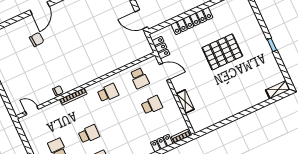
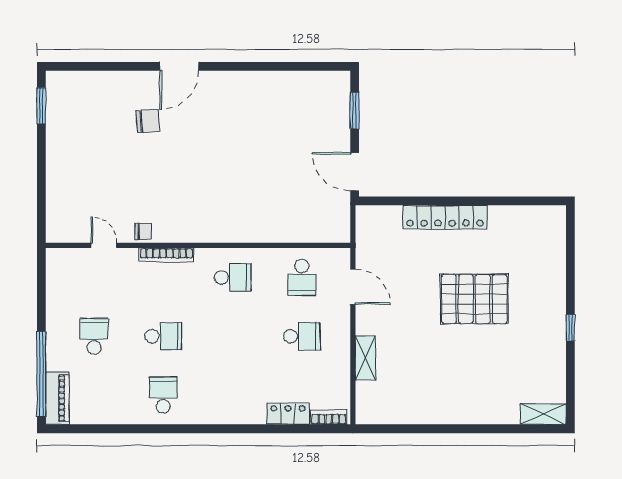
locker: (161, 48) -> (366, 240), removed
door: (32, 110) -> (104, 245), moved

